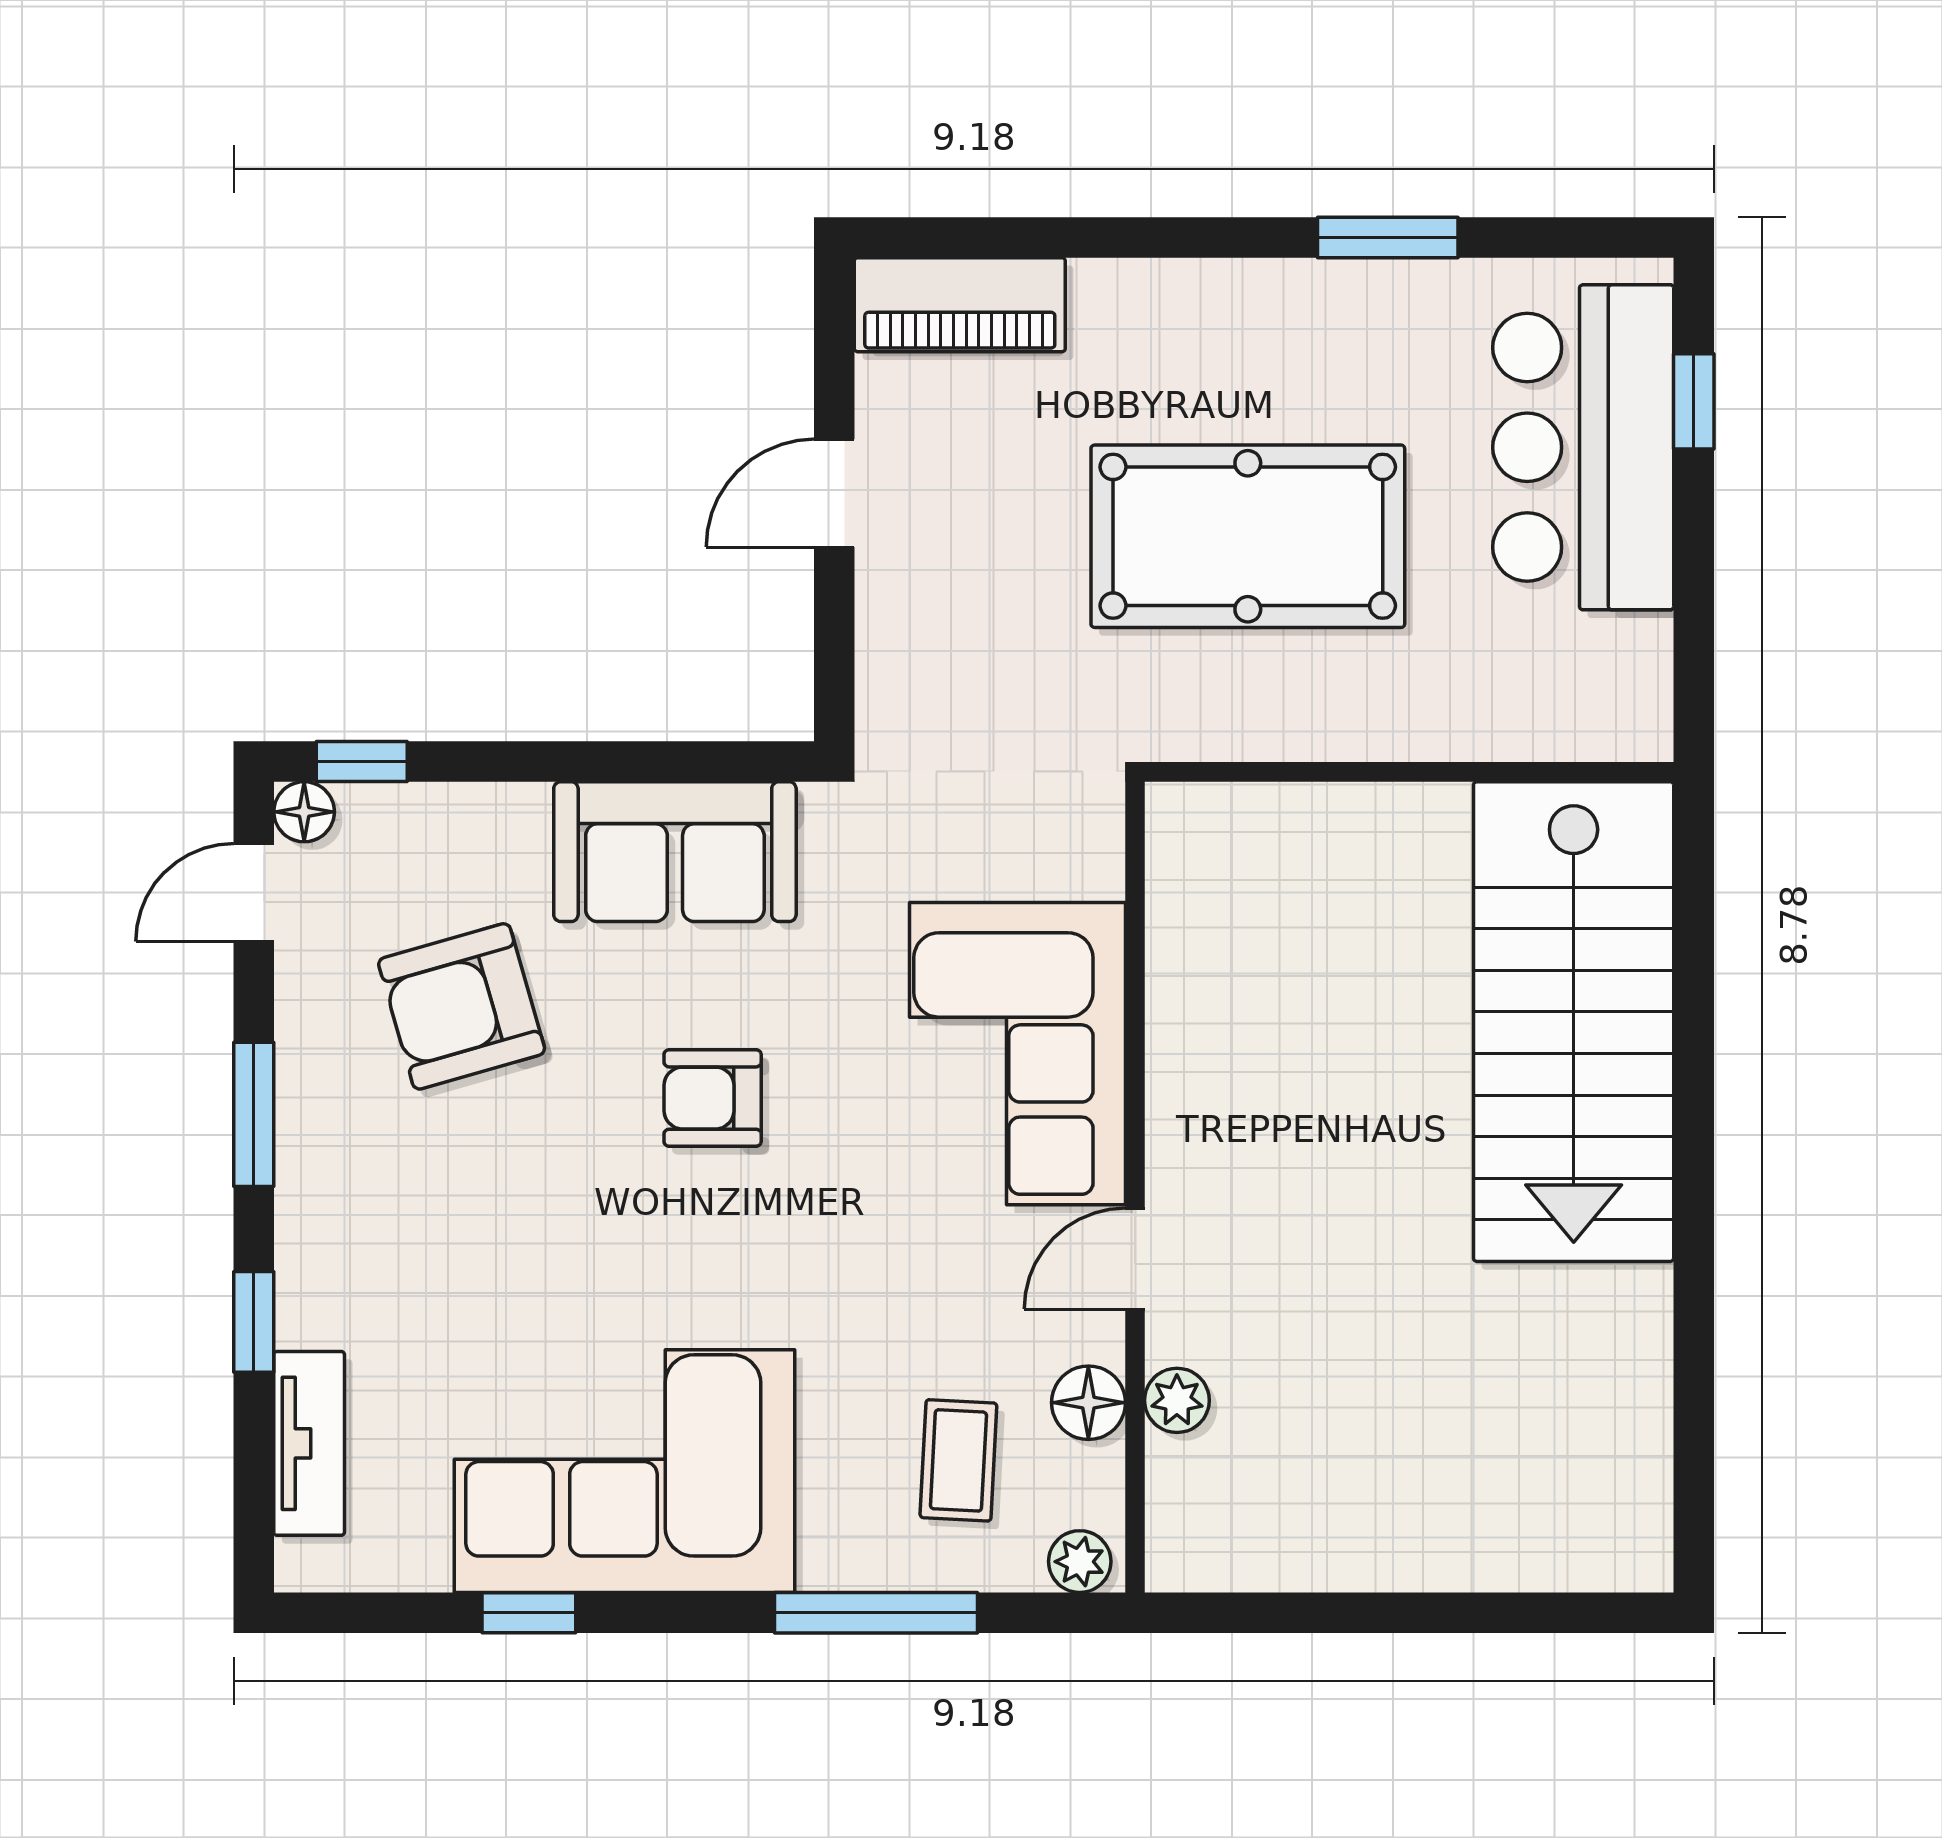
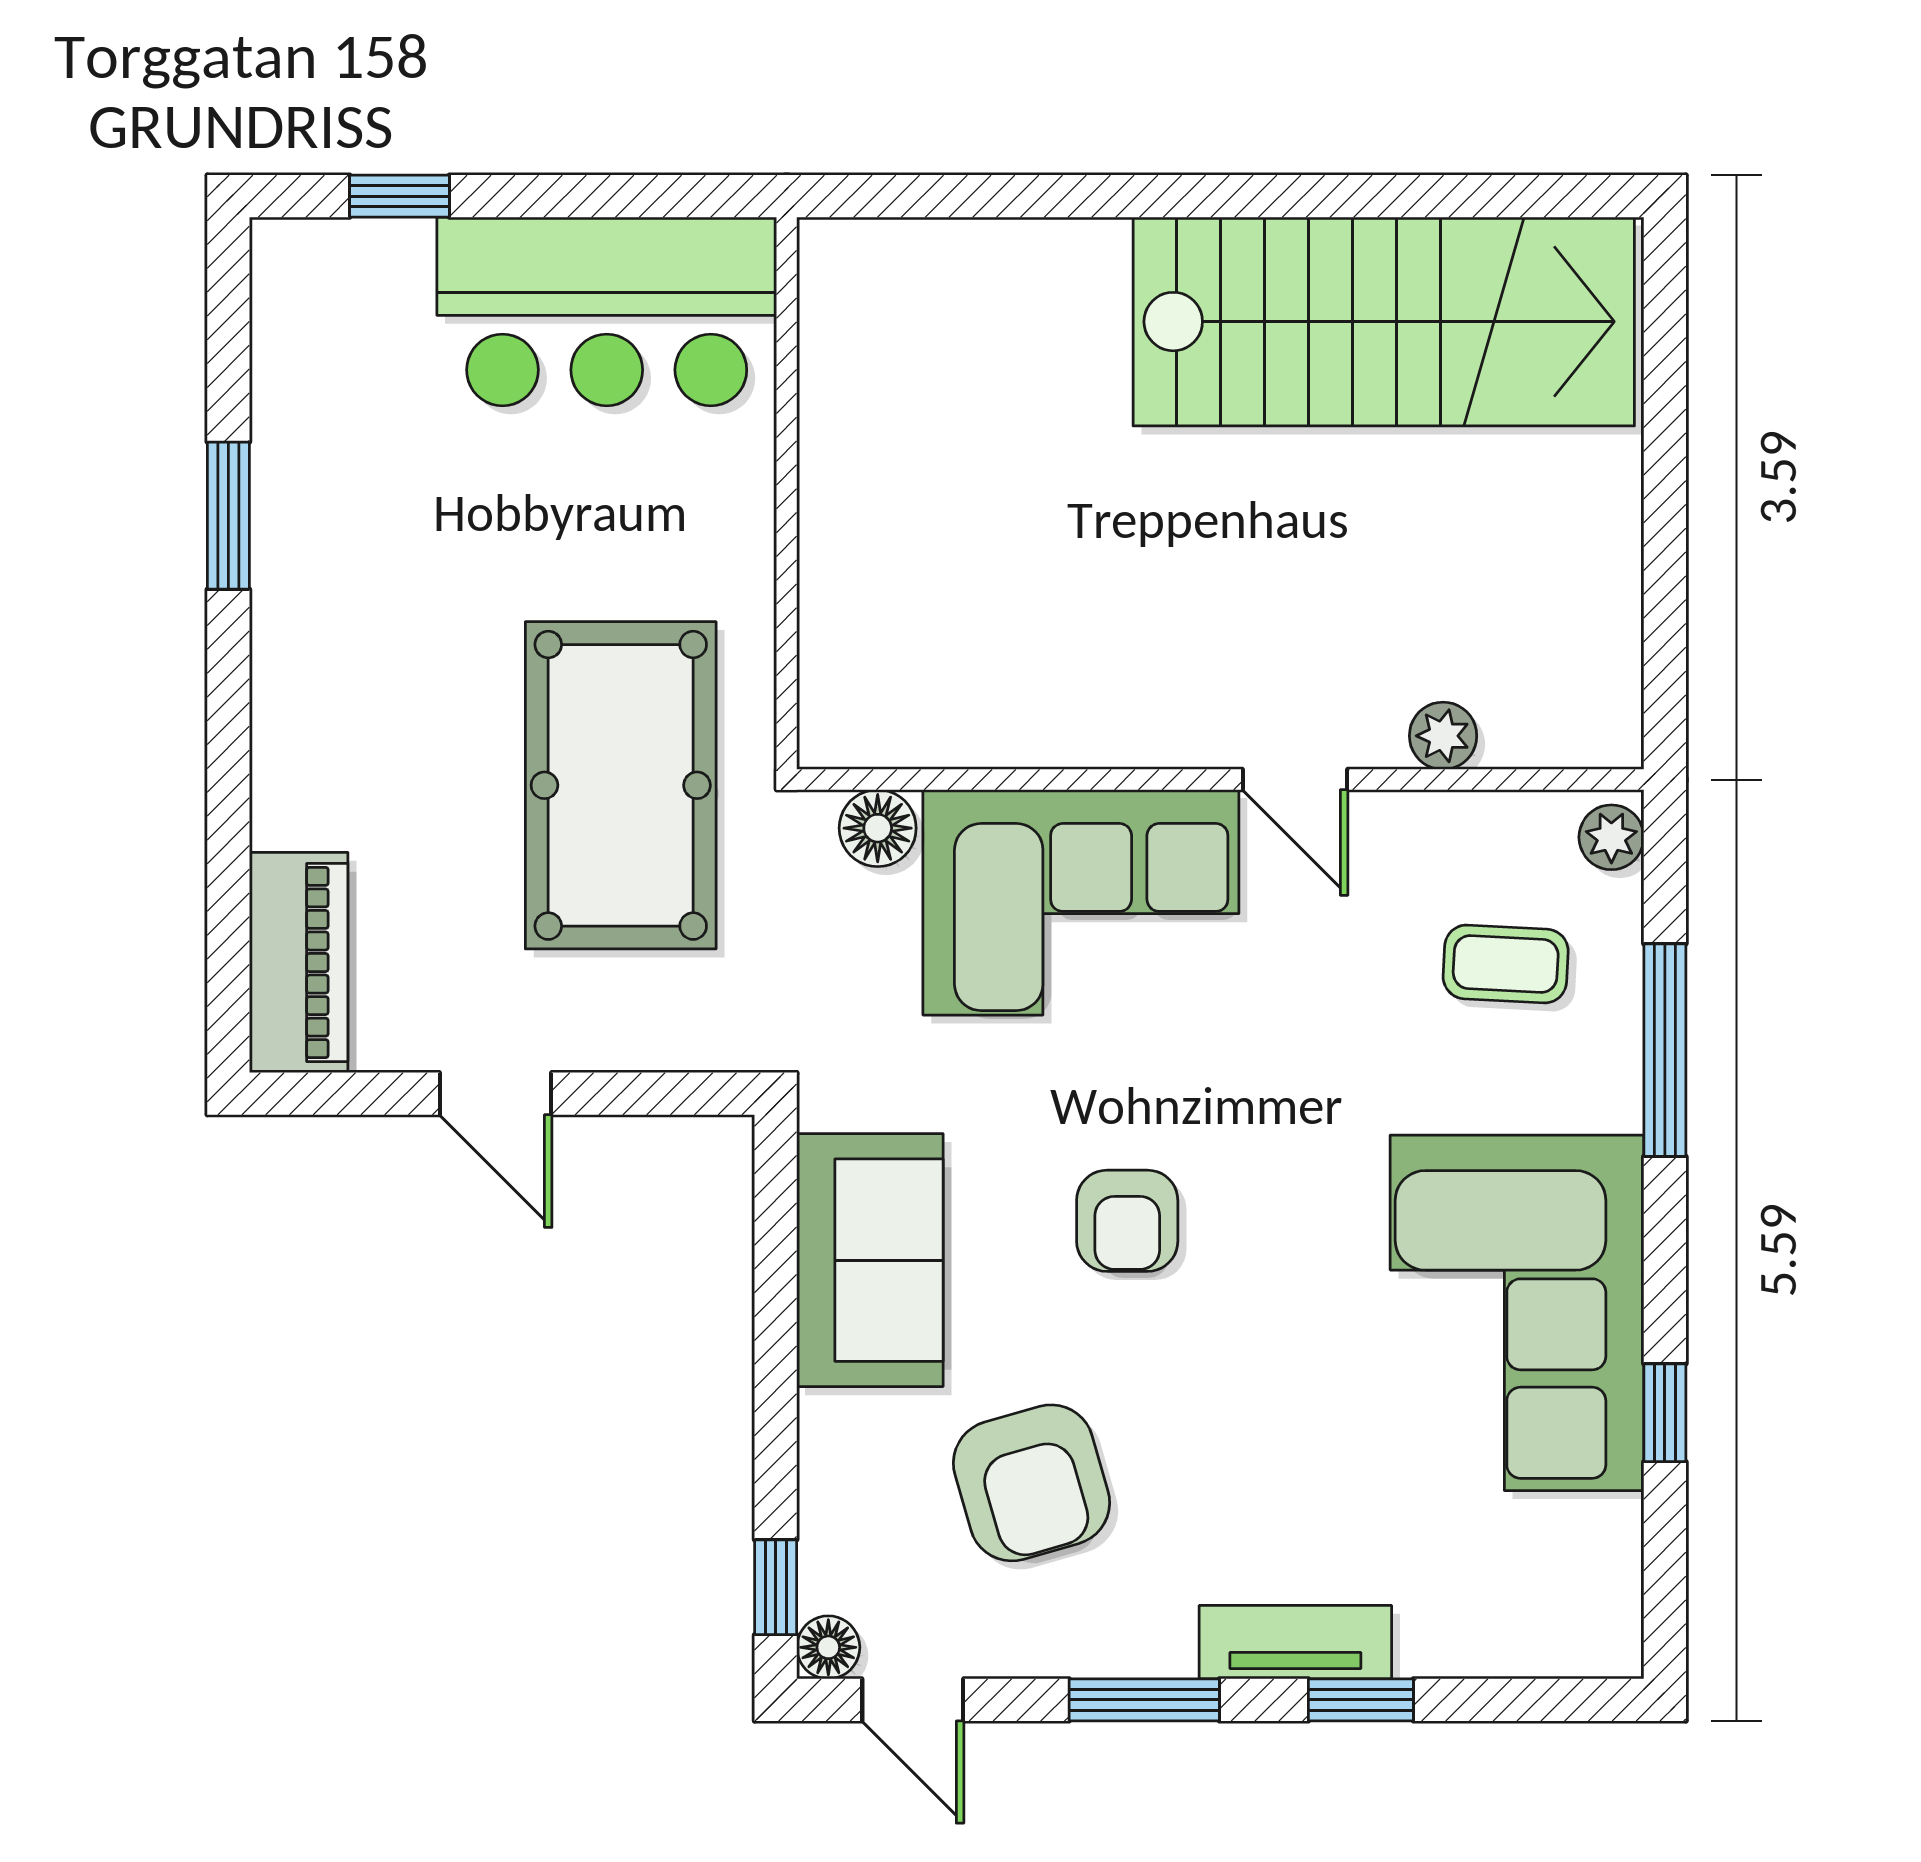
bar counter: (1583, 447) -> (607, 311), moved
pool table: (1248, 536) -> (621, 785), moved
stairs: (1574, 1022) -> (1384, 322), moved
floor lamp: (1088, 1403) -> (878, 828), moved
tv unit: (309, 1443) -> (1295, 1642), moved

